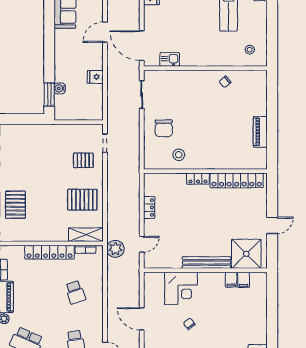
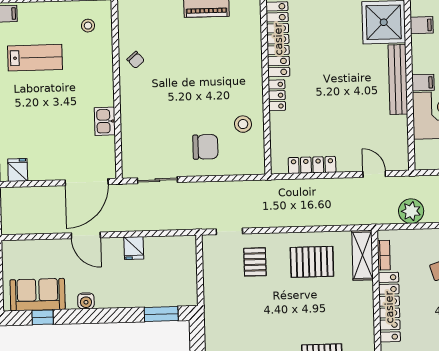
window: (49, 13) -> (43, 317), added
door: (105, 32) -> (86, 235), moved
kitchen sink: (170, 59) -> (105, 121), moved
water cooler: (60, 88) -> (86, 301), moved
pallet: (82, 200) -> (312, 262), turned 90
locker: (149, 207) -> (312, 165), width x1.53
plant: (115, 249) -> (411, 211), moved
filing cabinet: (231, 280) -> (423, 83), moved

